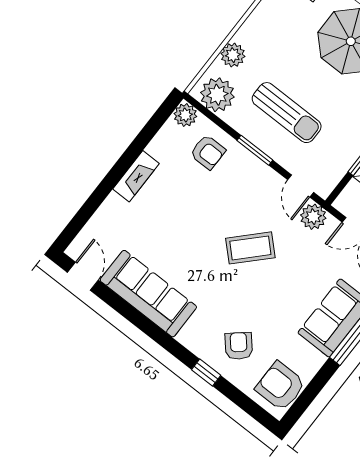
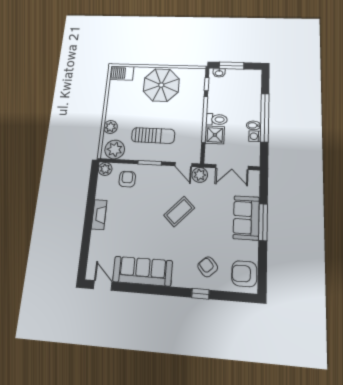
armchair: (208, 152) -> (127, 179), turned -90

